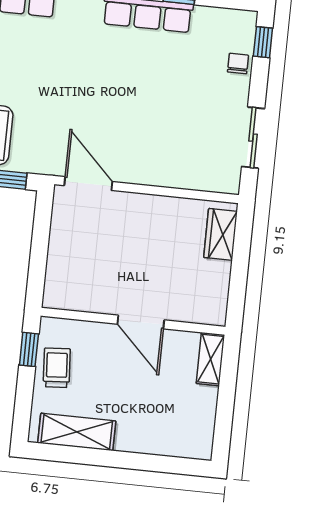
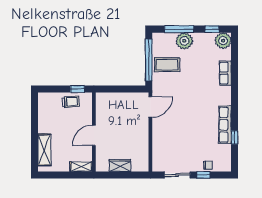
window: (263, 42) -> (203, 175), moved
wardrobe: (221, 234) -> (120, 165), moved
shelving: (77, 432) -> (44, 150), moved

